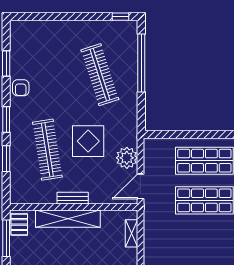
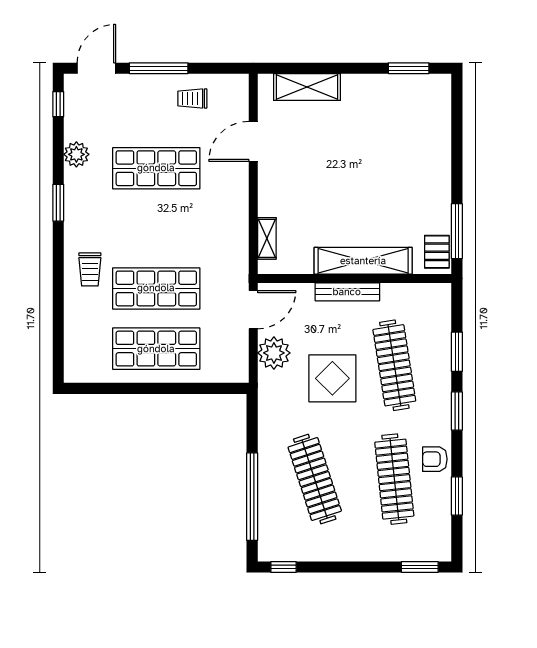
window: (31, 17) -> (420, 567), added
clothes rail: (47, 75) -> (394, 479), added
armchair: (21, 88) -> (435, 459), turned -90
bench: (73, 198) -> (347, 292), width x1.36

